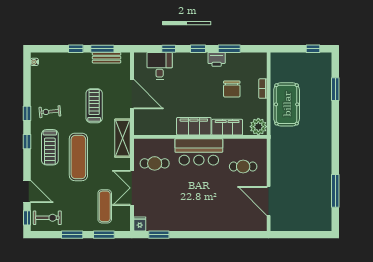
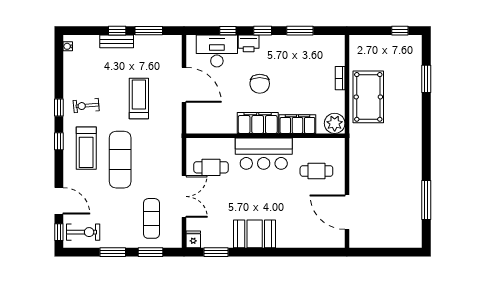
bench: (107, 58) -> (117, 41), moved
printer: (217, 59) -> (249, 43), moved
desk: (160, 66) -> (217, 51), width x1.37
chair: (232, 89) -> (260, 84), moved
shelving: (122, 138) -> (173, 137), removed
double door: (132, 188) -> (184, 196), swing flipped
booth: (191, 219) -> (255, 234), added

